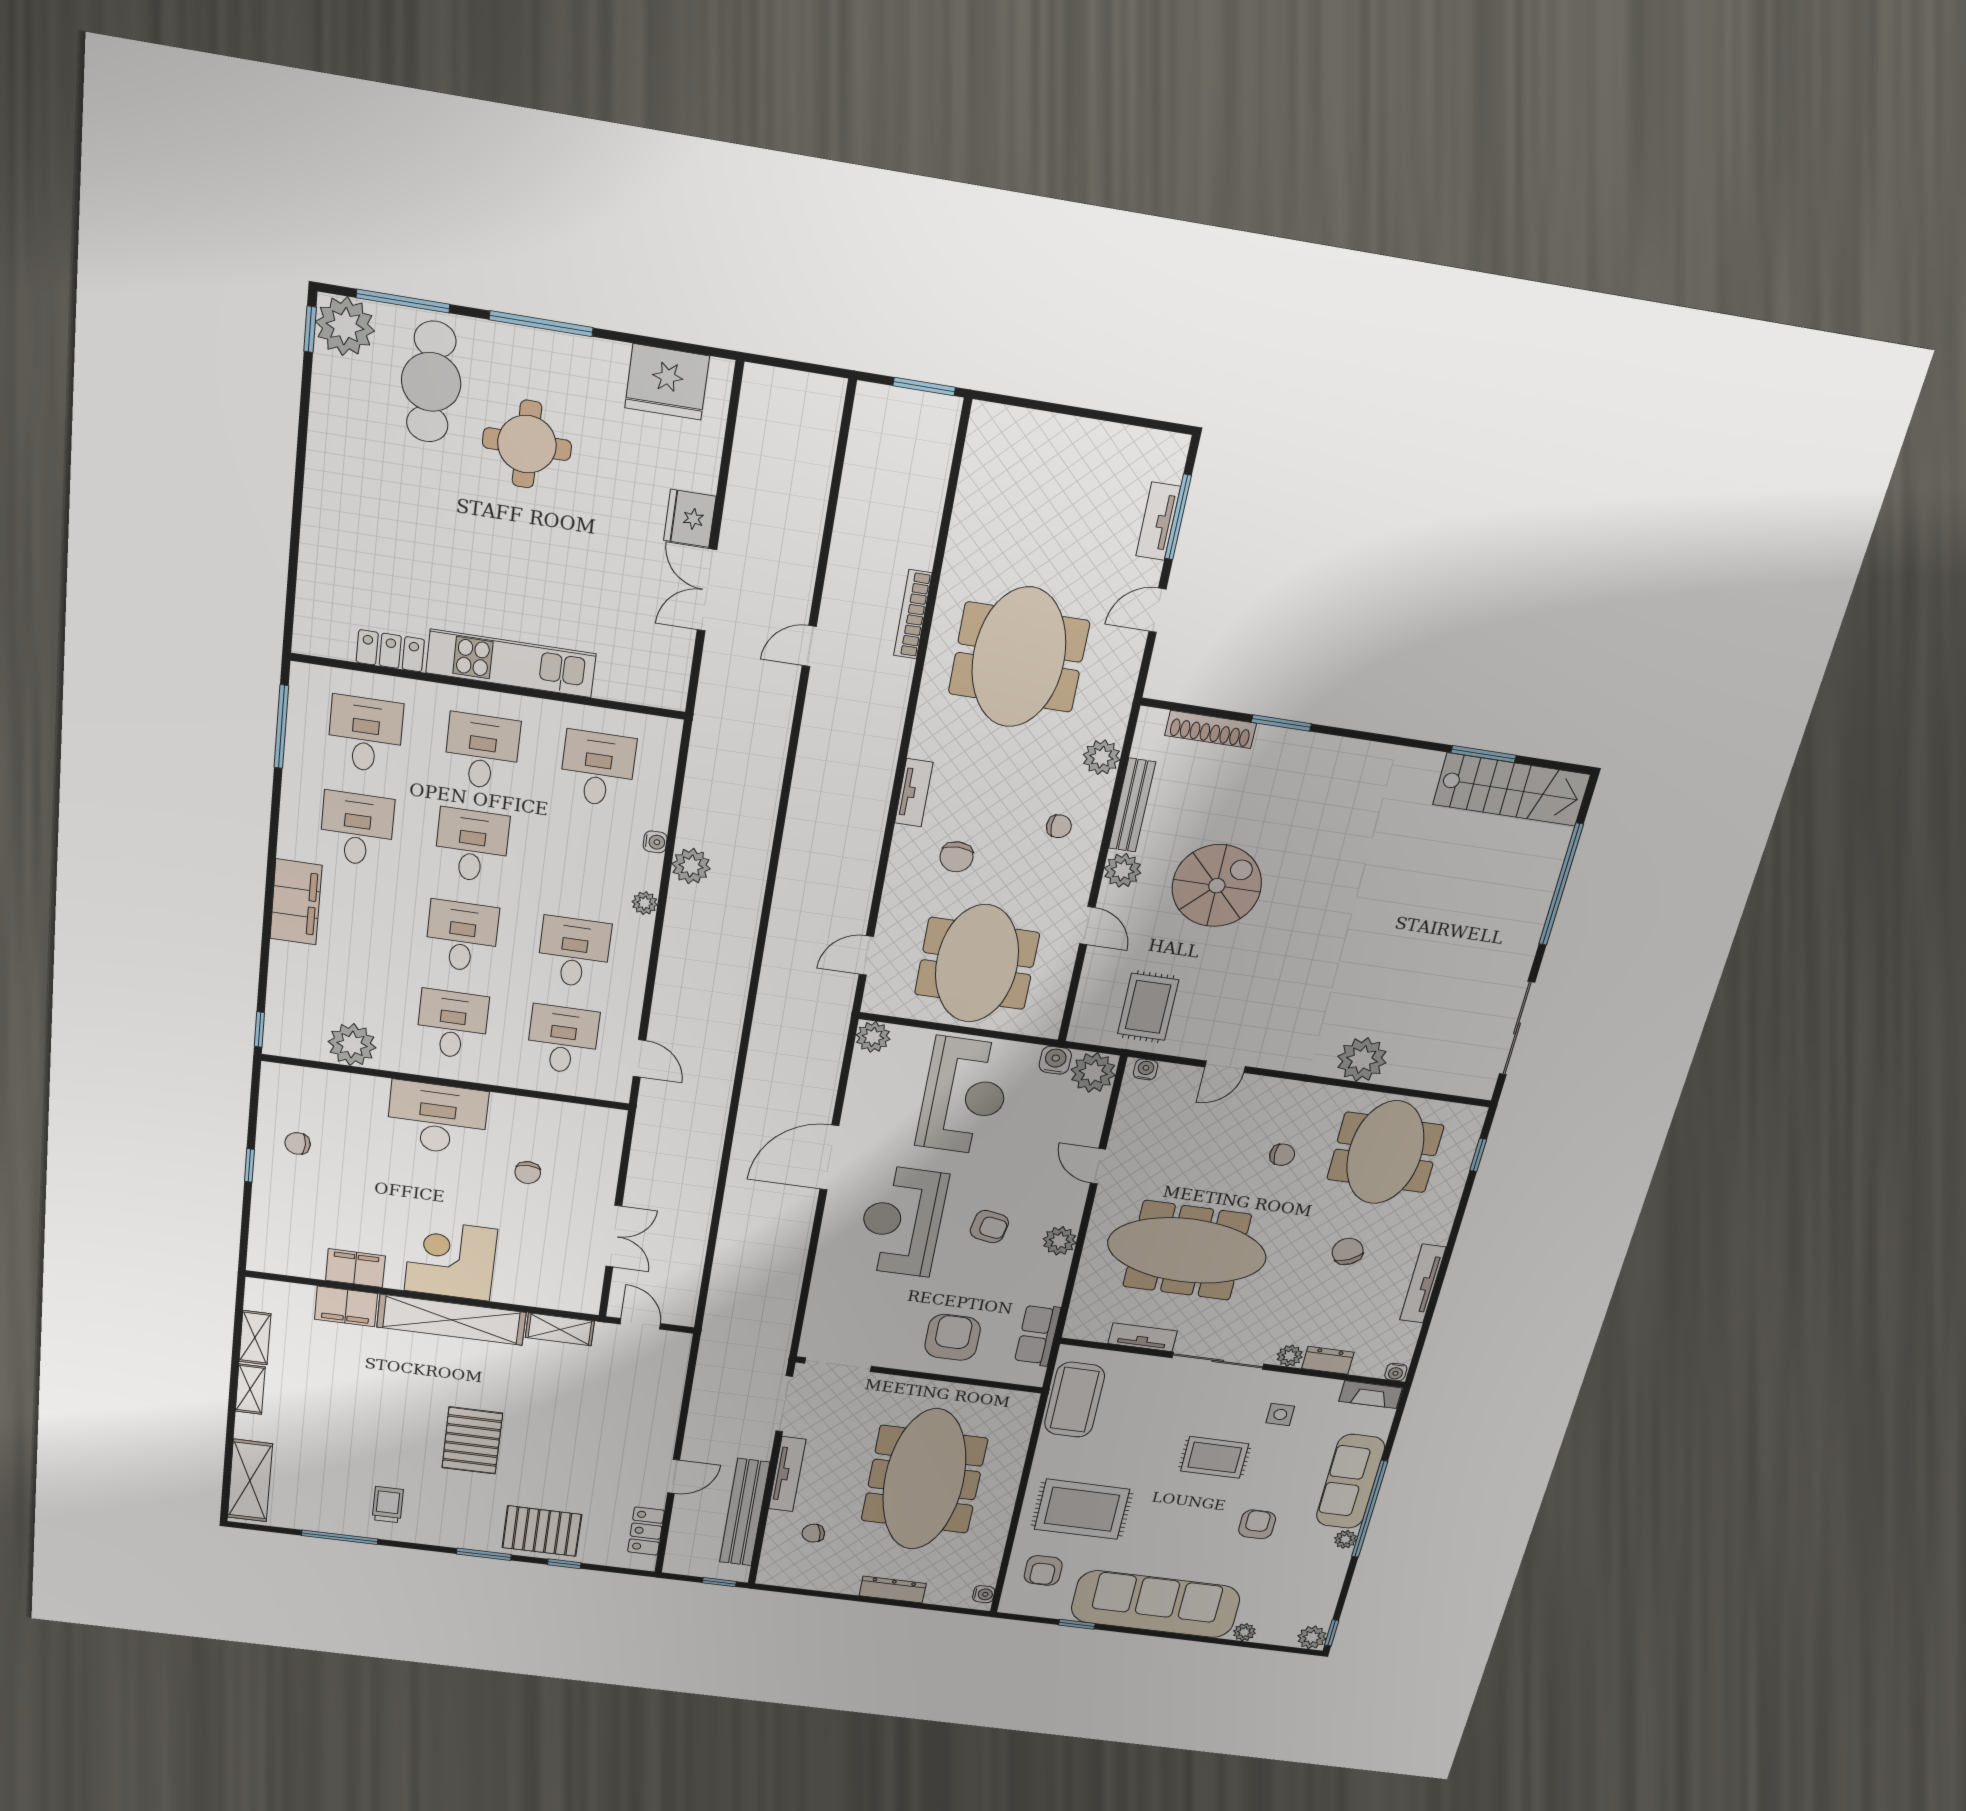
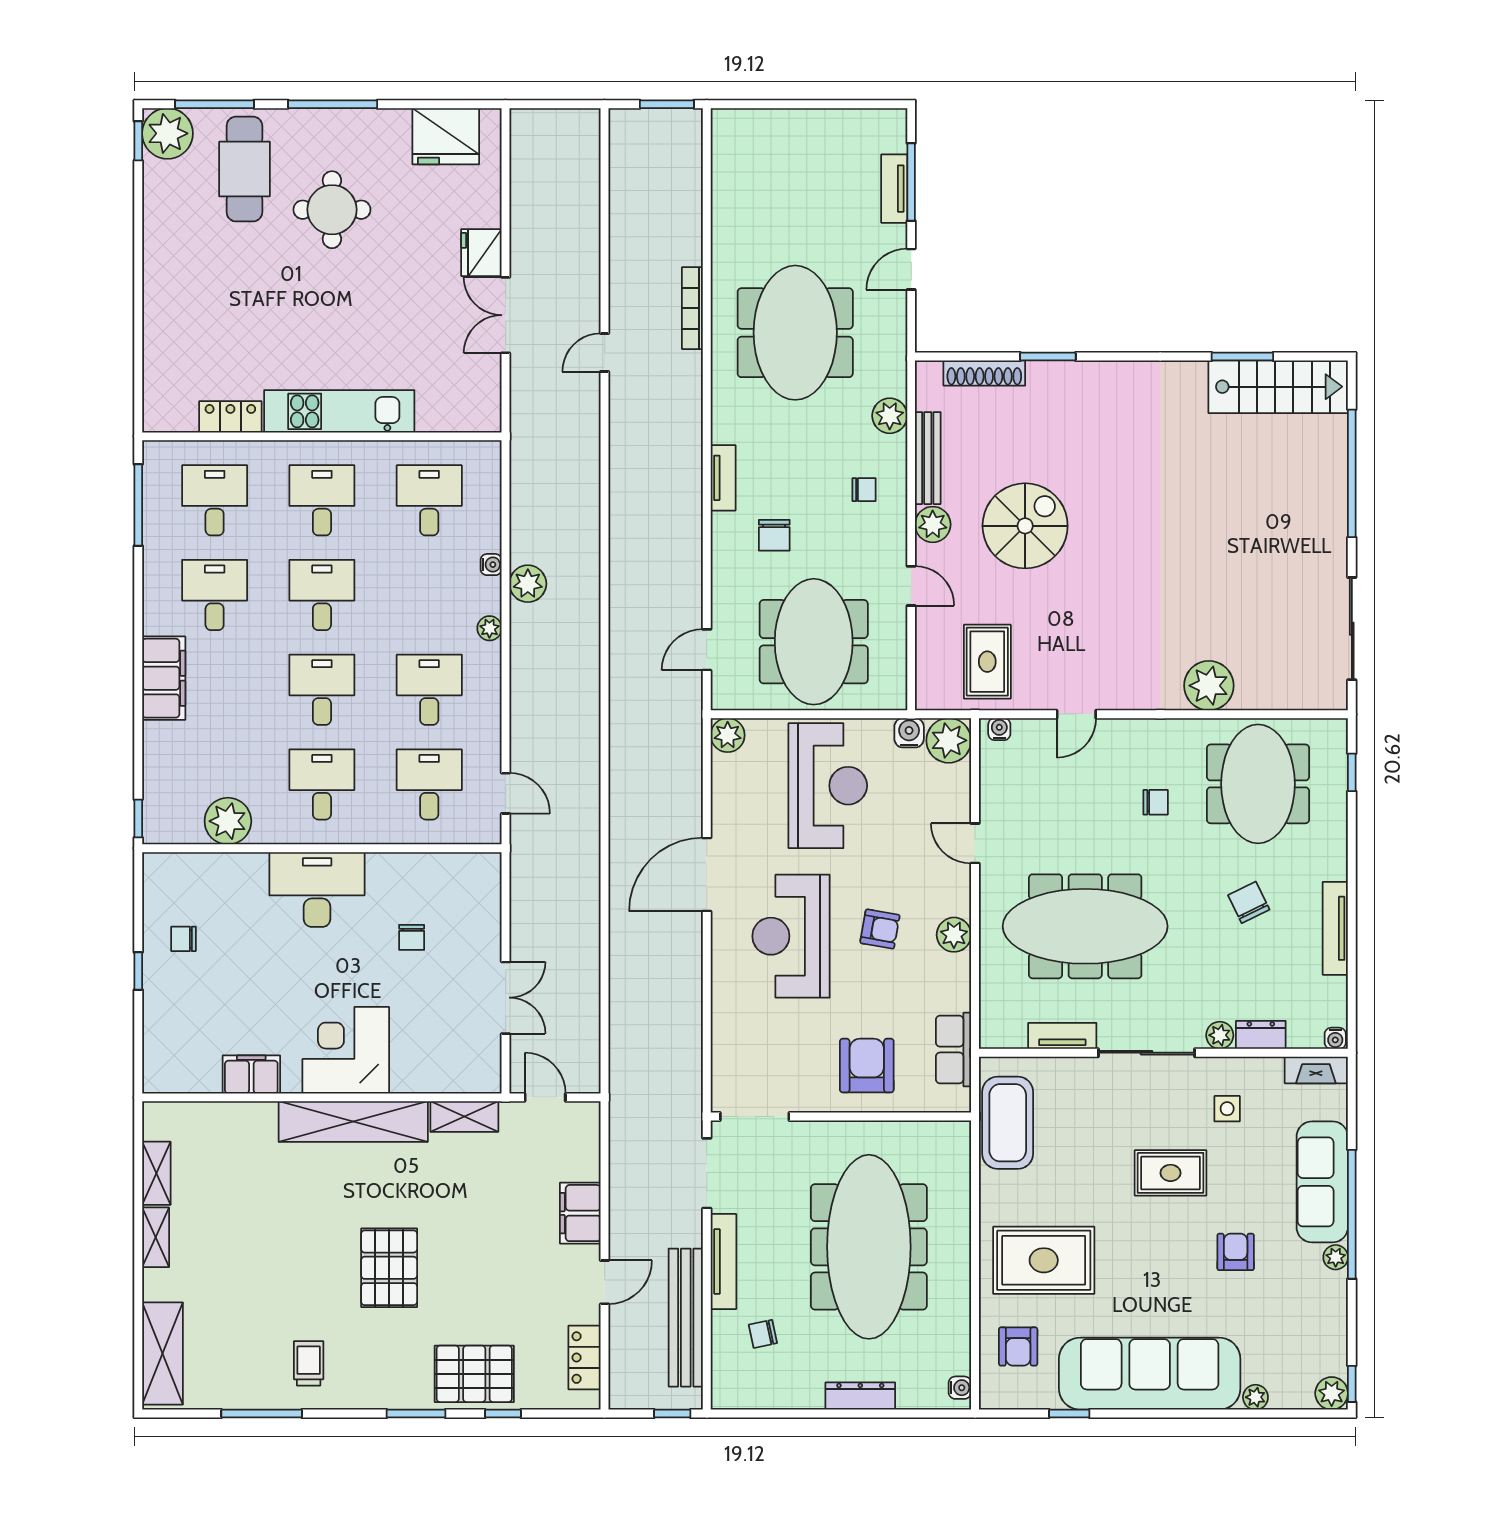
filing cabinet: (346, 1306) -> (580, 1213), moved, turned 90

